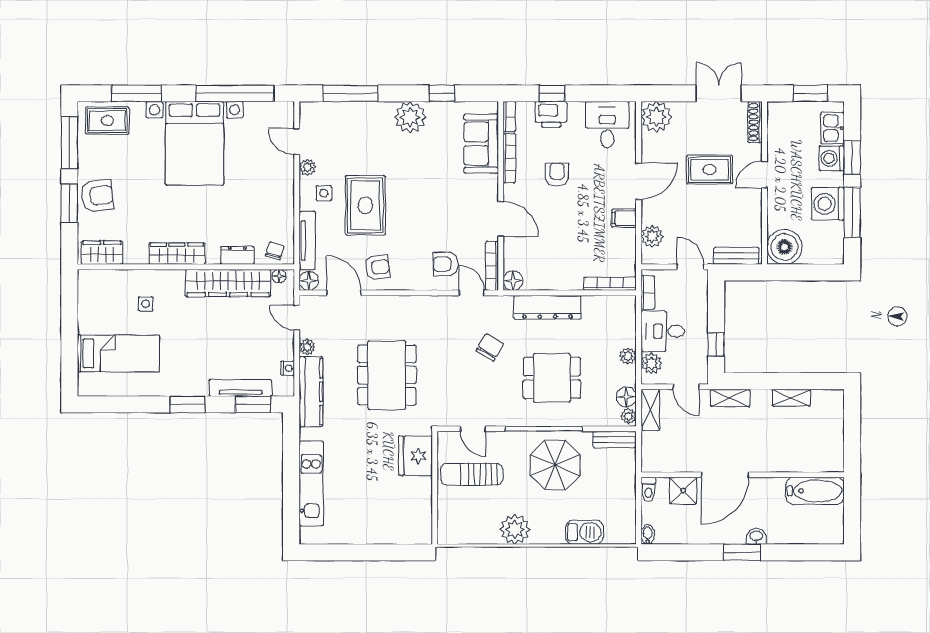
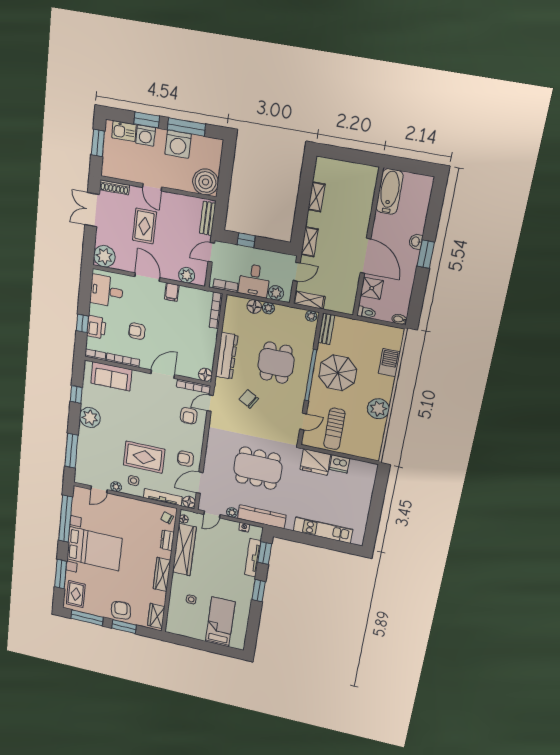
armchair: (377, 267) -> (185, 459), turned -83
window: (716, 344) -> (246, 240), moved
floor lamp: (626, 397) -> (254, 307), moved
dishwasher: (420, 490) -> (340, 464), added

